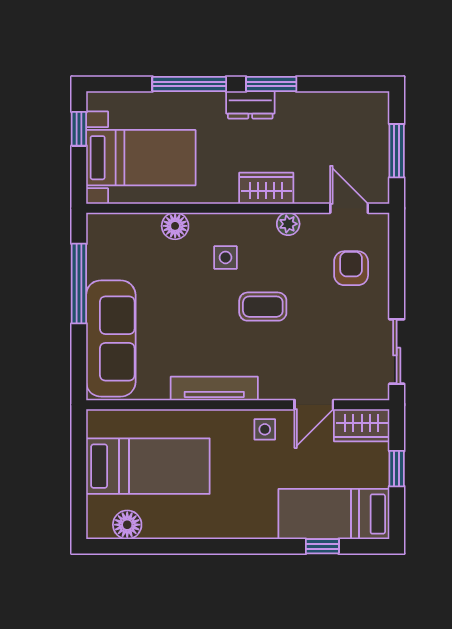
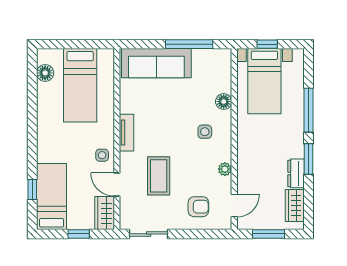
dresser: (250, 105) -> (296, 173), moved
window: (79, 129) -> (267, 44), moved
wardrobe: (266, 188) -> (295, 206), moved, turned 180
coffee table: (263, 307) -> (159, 176), moved, width x1.36, depth x1.30
tv unit: (214, 388) -> (127, 133), width x0.71

